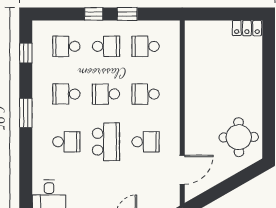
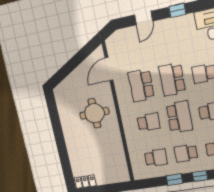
school desk: (106, 94) -> (179, 117), width x1.85
round table: (239, 137) -> (94, 113), moved
school desk: (146, 142) -> (141, 85), width x1.85

